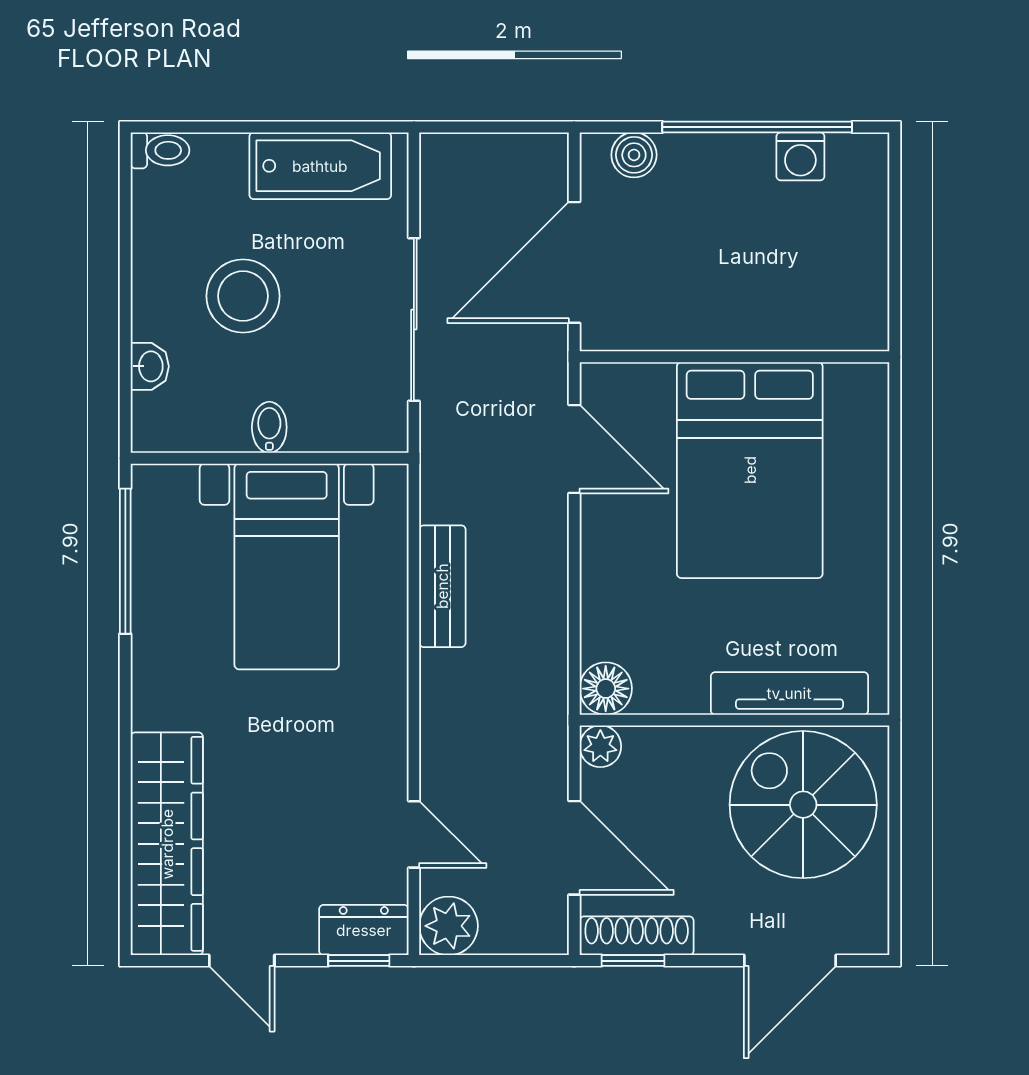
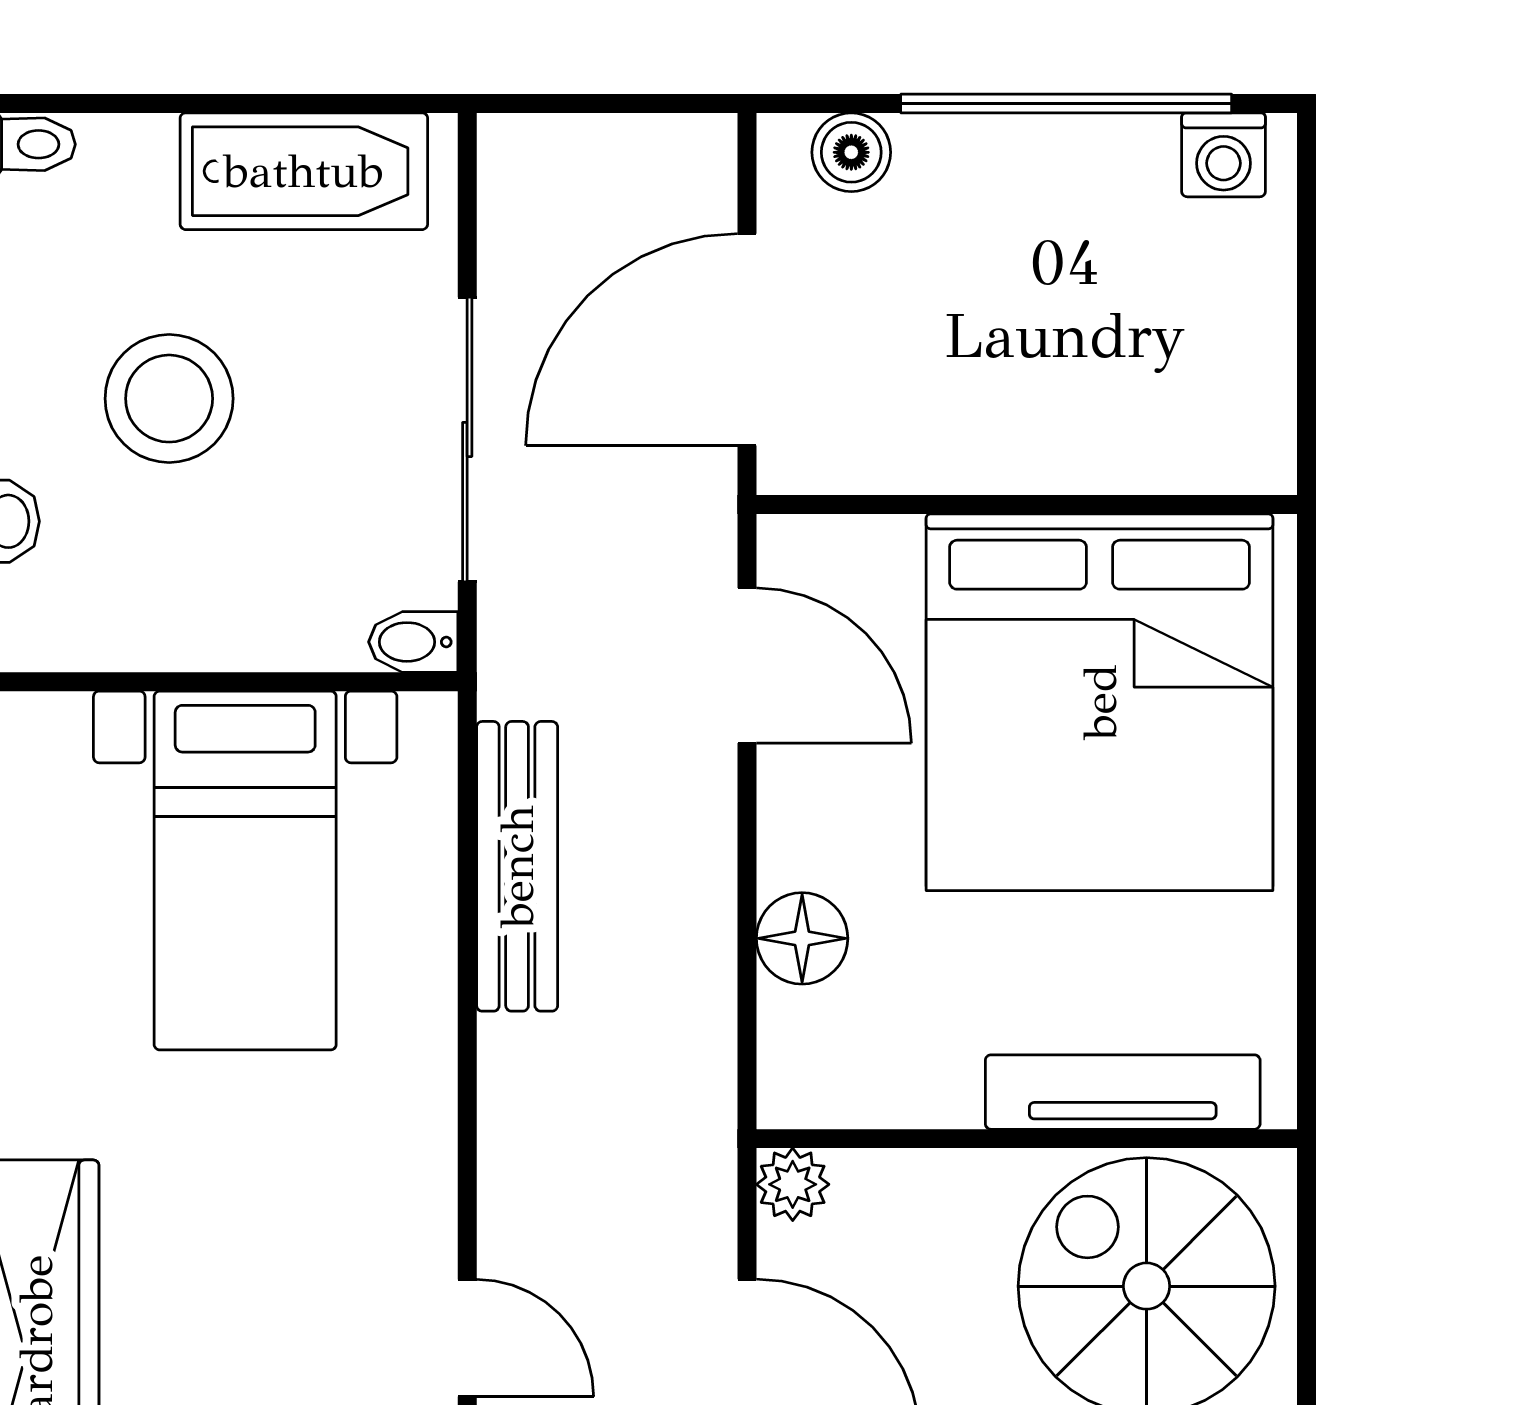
washing machine: (800, 156) -> (1224, 155), moved
bidet: (269, 427) -> (413, 642), moved, turned -90
bed: (750, 470) -> (1100, 702), width x1.36
bench: (442, 586) -> (517, 866), width x1.36
floor lamp: (606, 689) -> (802, 938), moved

